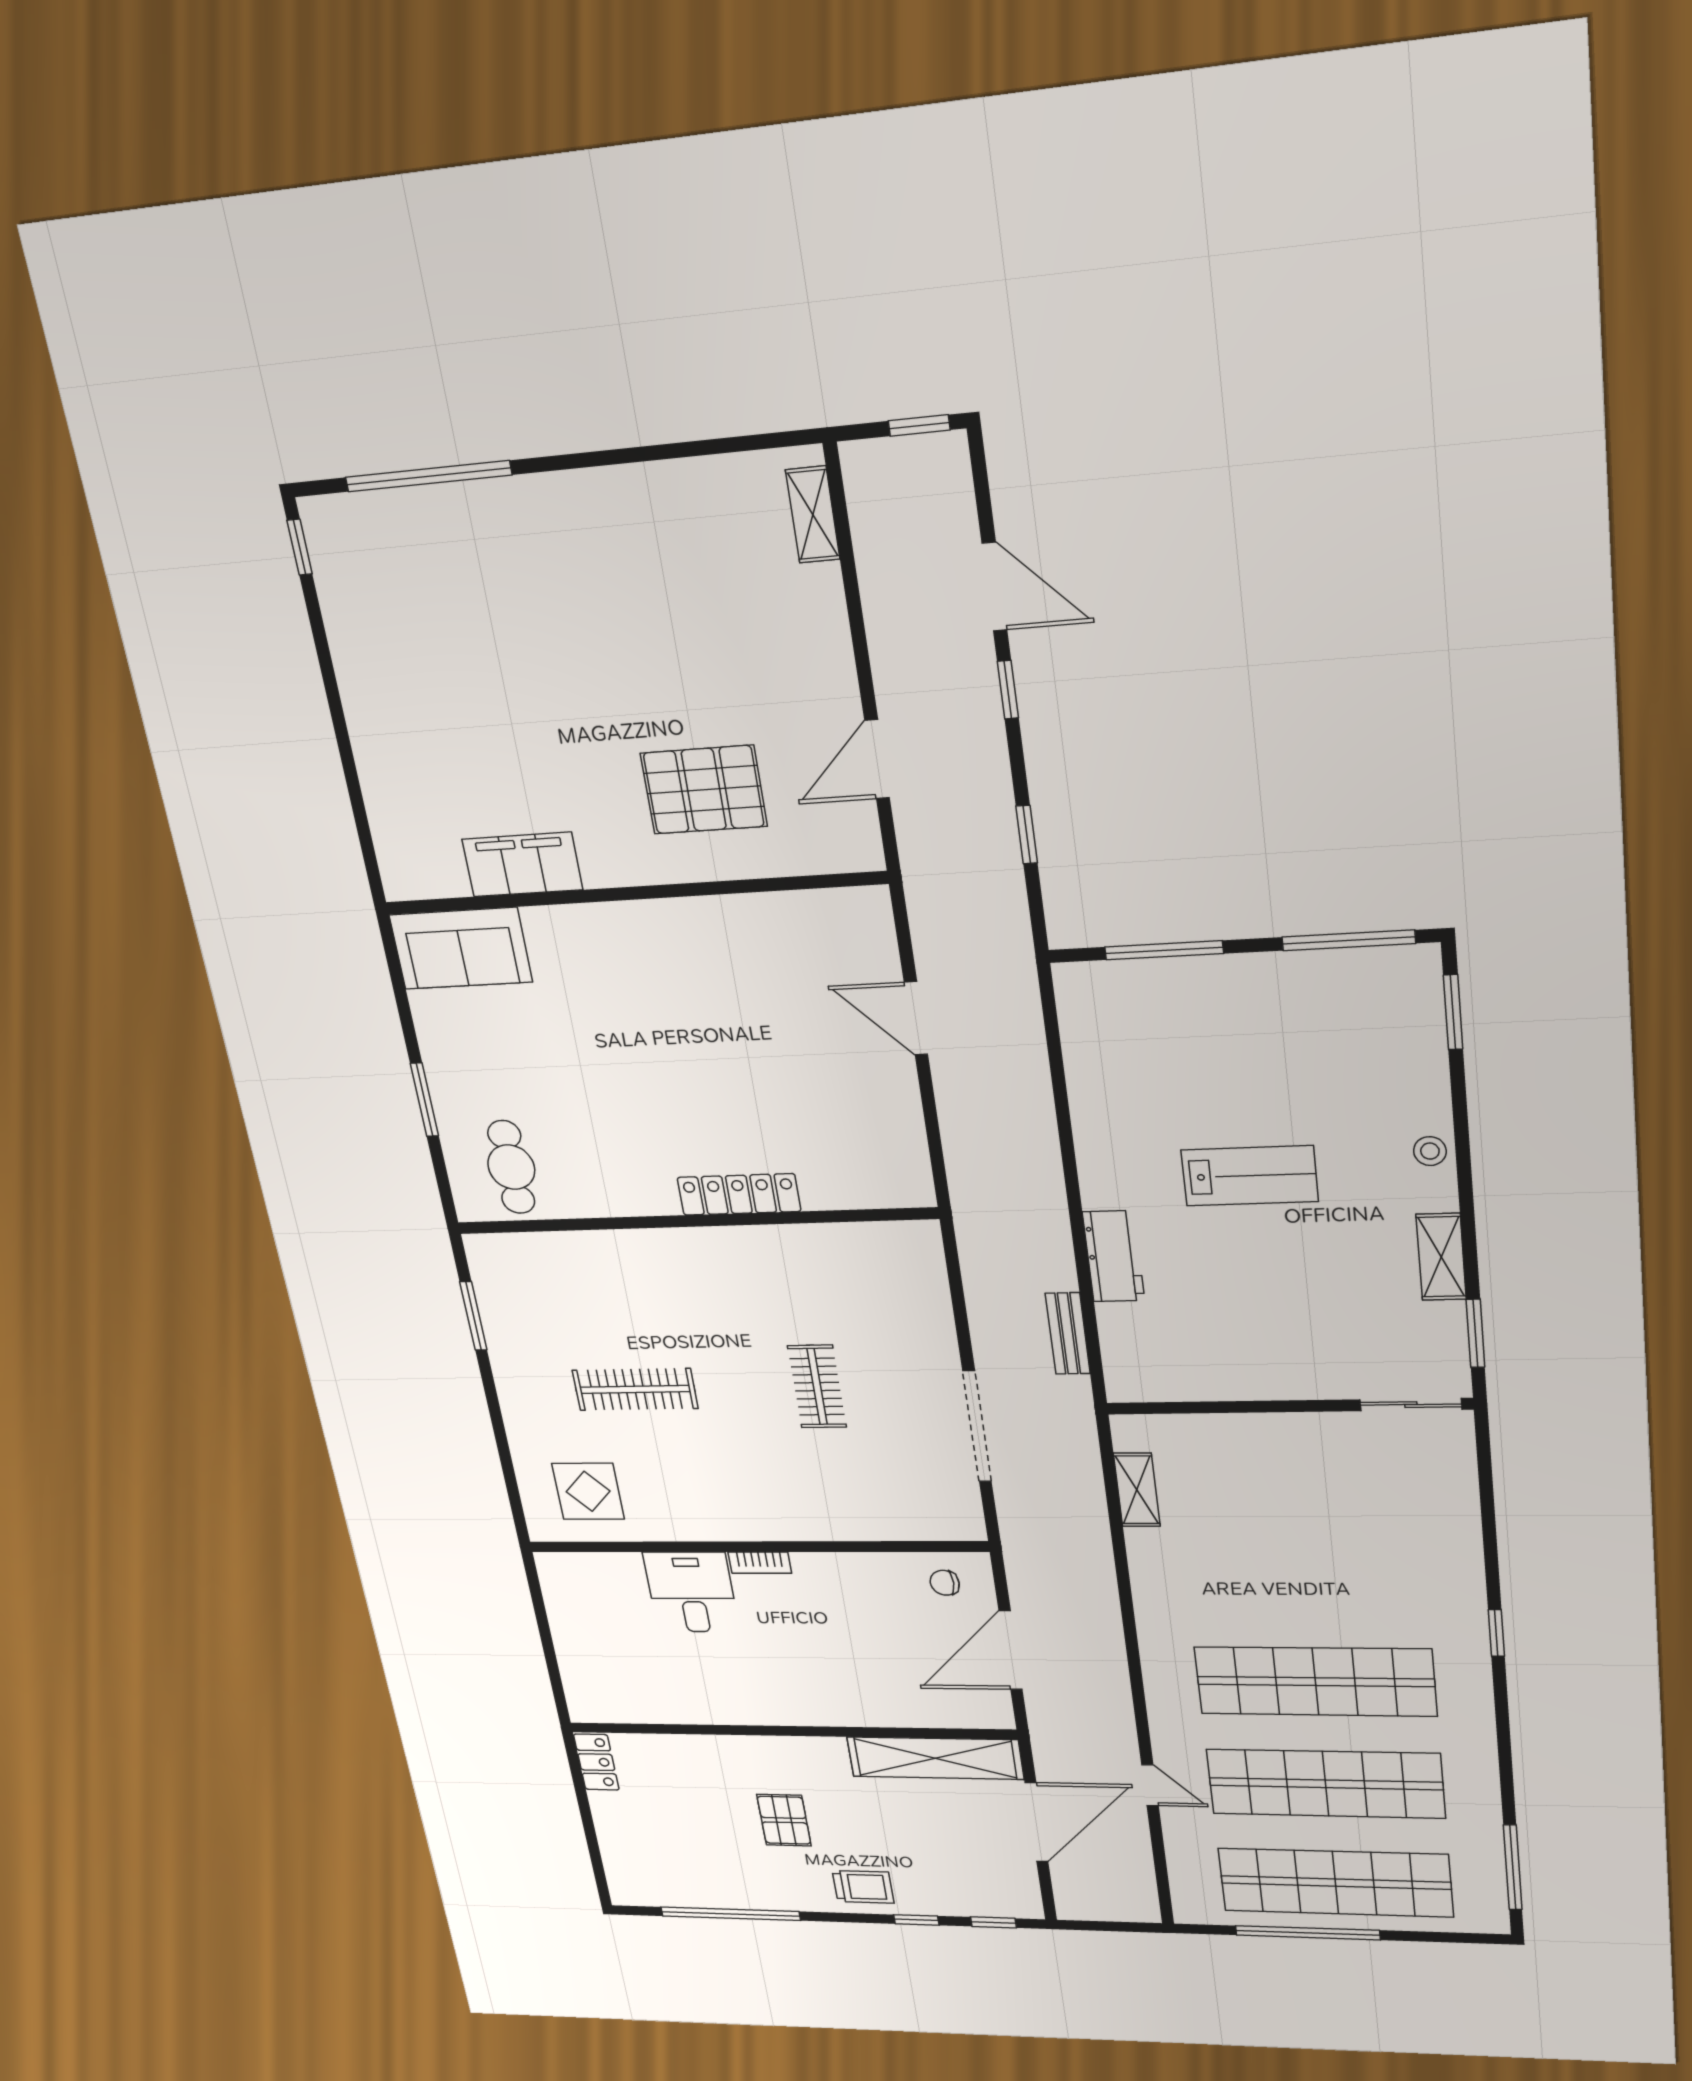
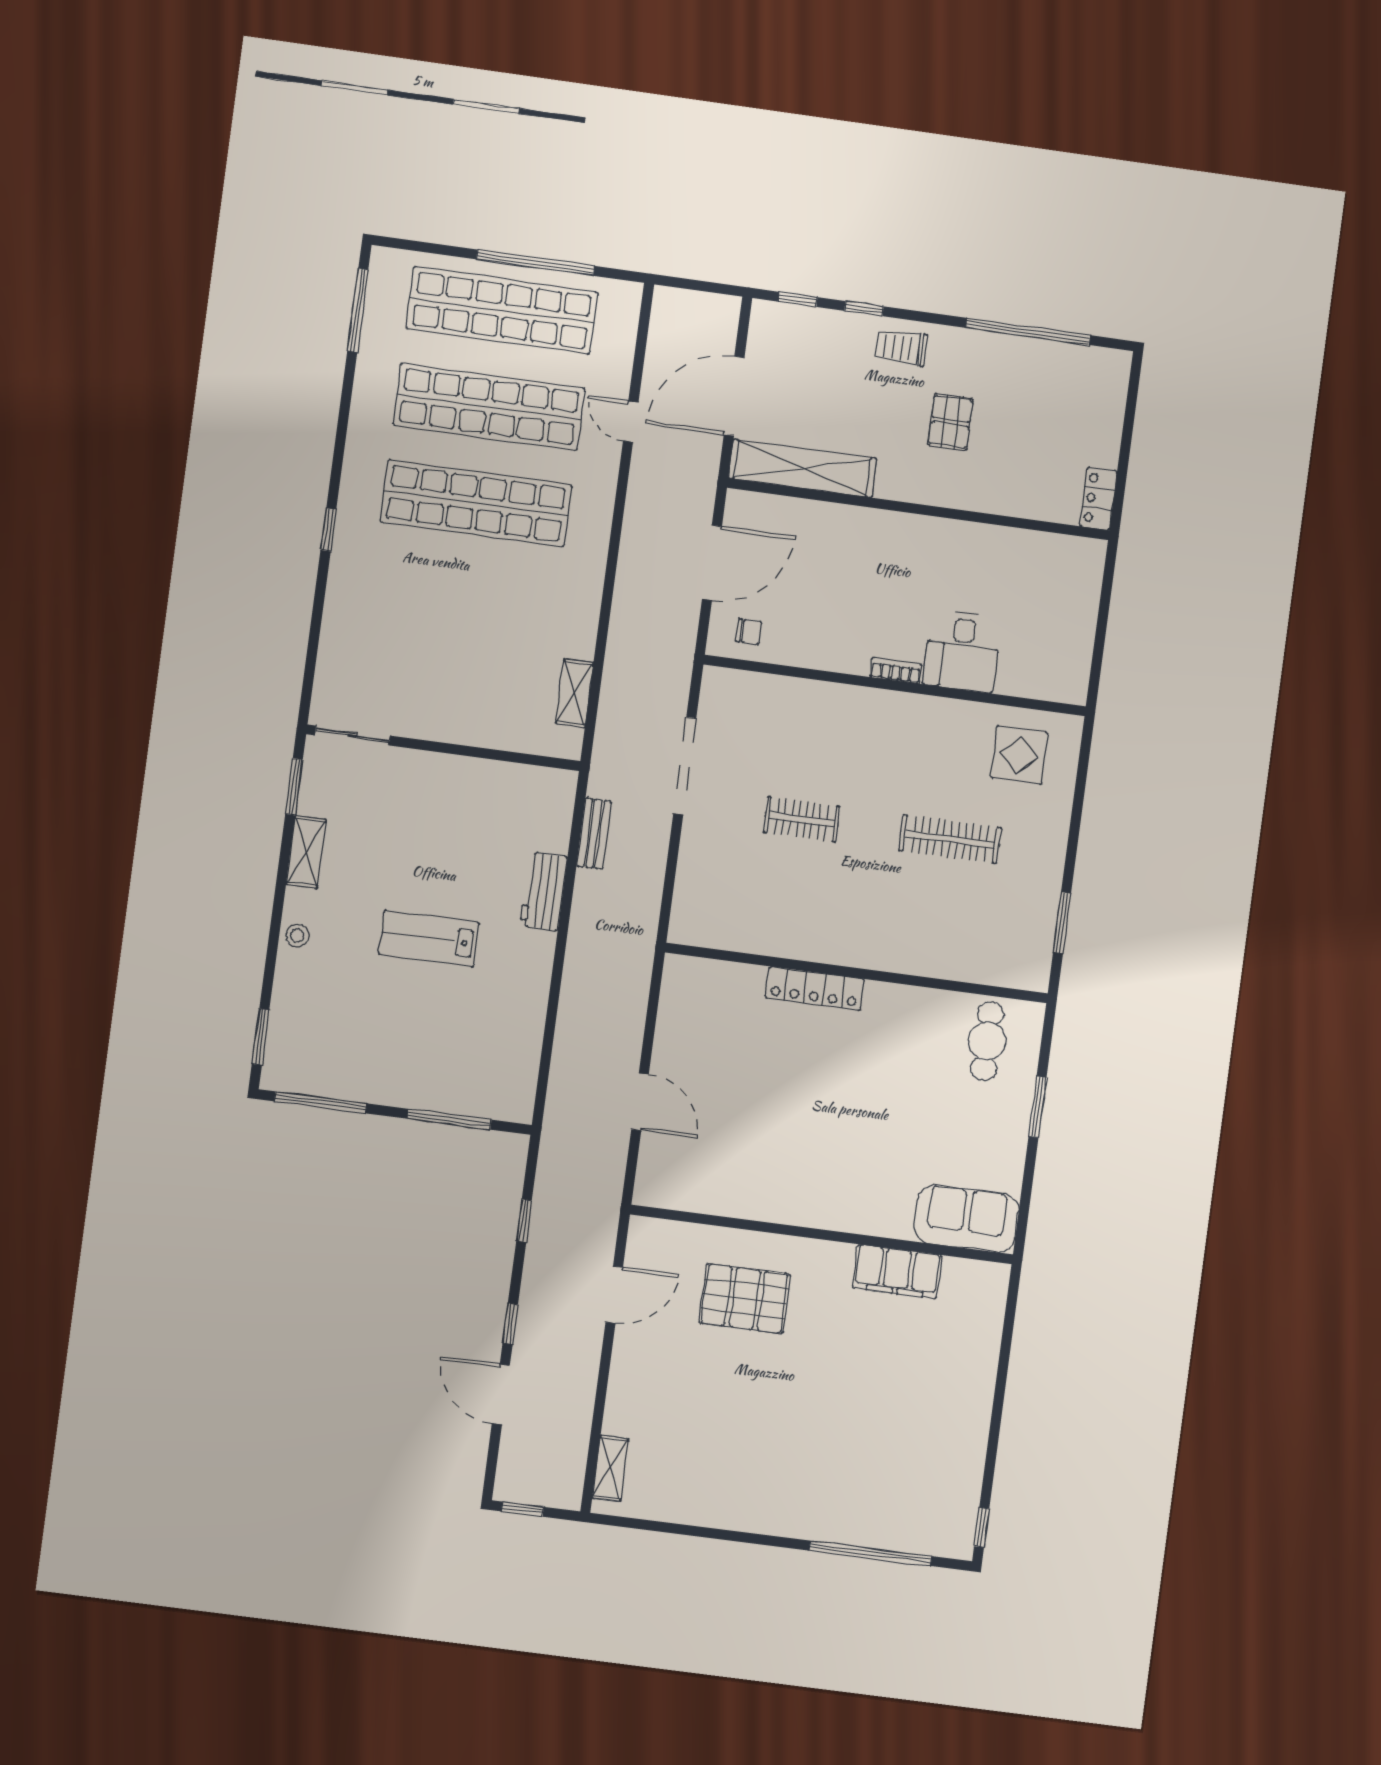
clothes rail: (817, 1386) -> (802, 819), turned 90

